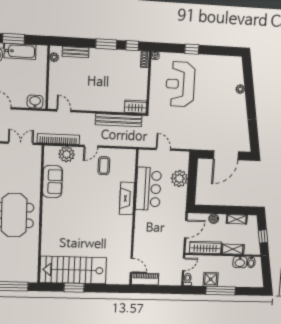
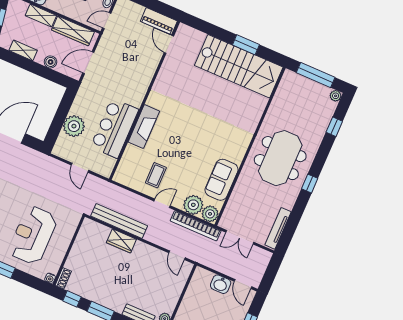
reception desk: (180, 84) -> (33, 235), turned 180
washbasin: (35, 102) -> (221, 284), moved
wardrobe: (136, 107) -> (121, 241), moved
plant: (51, 152) -> (210, 214), added

